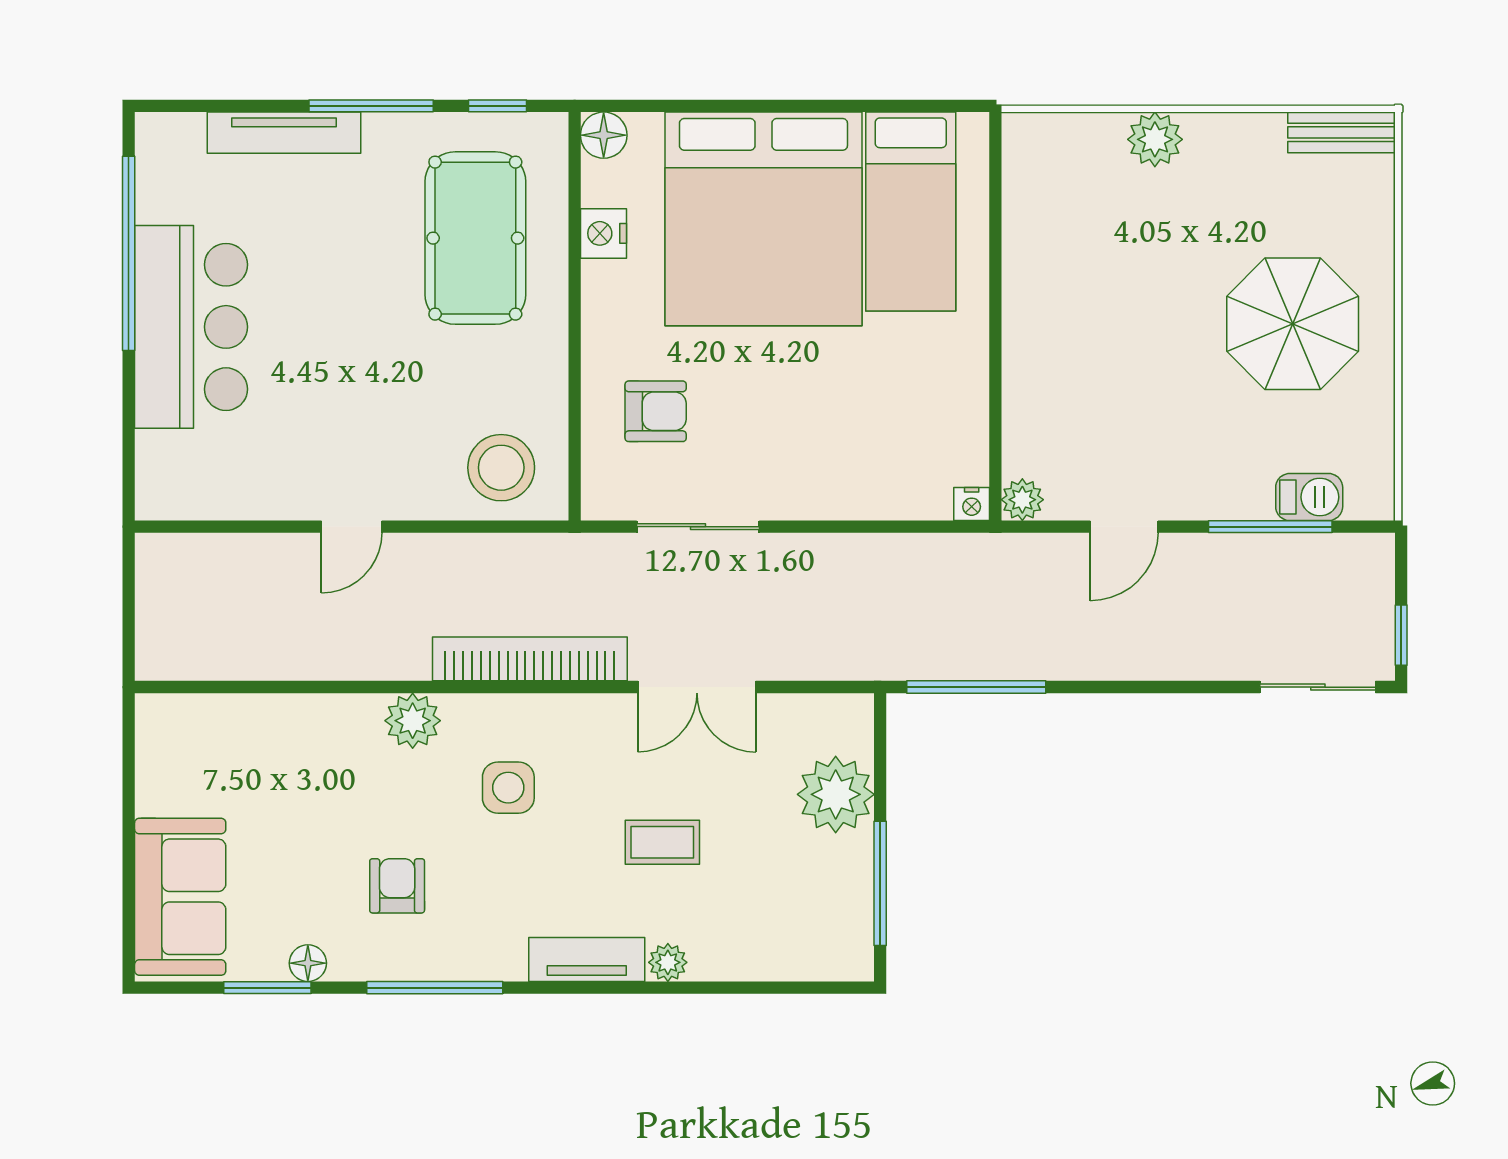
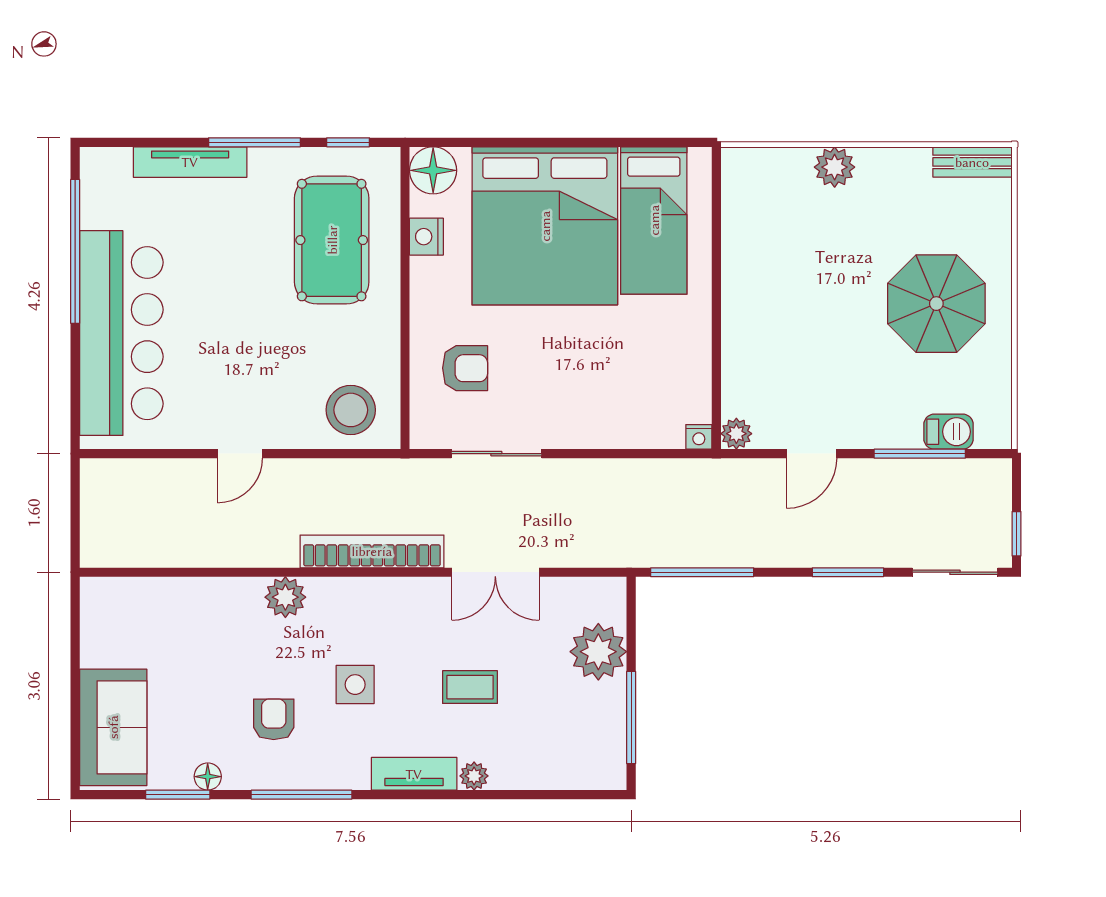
floor lamp: (604, 135) -> (433, 170), width x1.38, depth x1.38
bar counter: (191, 327) -> (121, 333), width x1.36
window: (1173, 687) -> (848, 572), added
side table: (508, 788) -> (355, 685), moved

